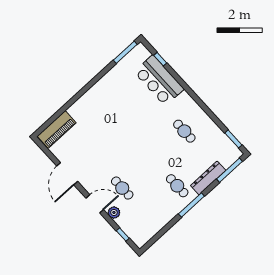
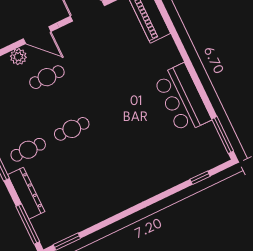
bar counter: (159, 80) -> (182, 99), moved, turned -90
cafe table: (184, 131) -> (72, 129), moved
door: (95, 204) -> (37, 35), hinge flipped

